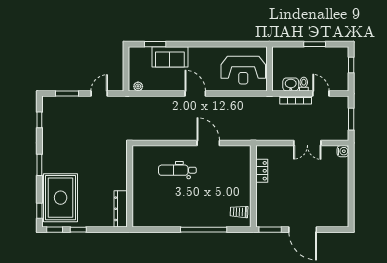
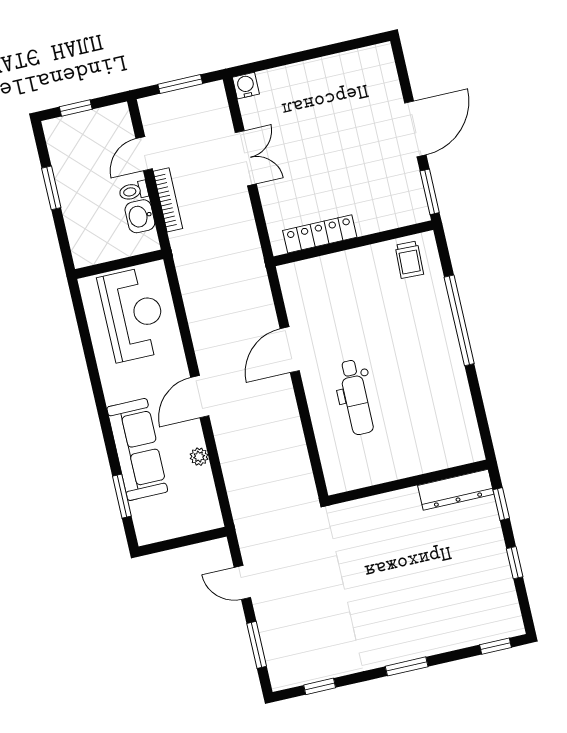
sofa: (170, 57) -> (137, 449), width x1.36
plant: (138, 86) -> (199, 457), moved
locker: (262, 171) -> (320, 234), width x1.53
rug: (61, 198) -> (461, 611), removed
window: (55, 230) -> (501, 504), moved

